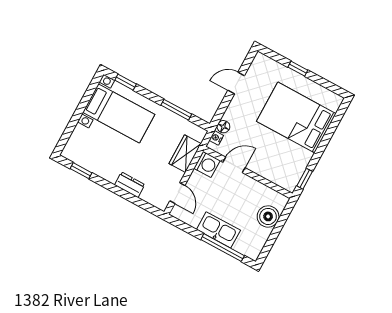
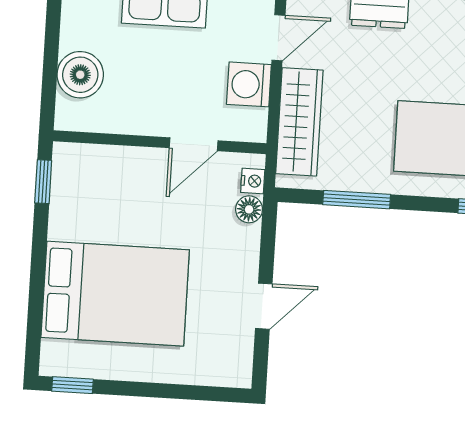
window: (298, 69) -> (73, 385), moved
wardrobe: (185, 154) -> (299, 122), width x1.50
washing machine: (207, 164) -> (249, 84), moved
door: (177, 193) -> (278, 38), swing flipped

